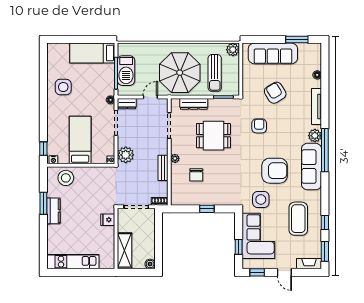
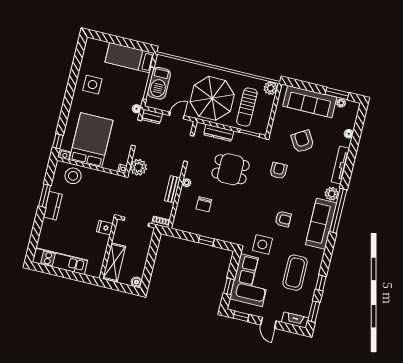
plant: (303, 47) -> (341, 103), added
bed: (80, 140) -> (91, 140), width x1.50
armchair: (275, 171) -> (283, 219), width x0.53, depth x0.53

